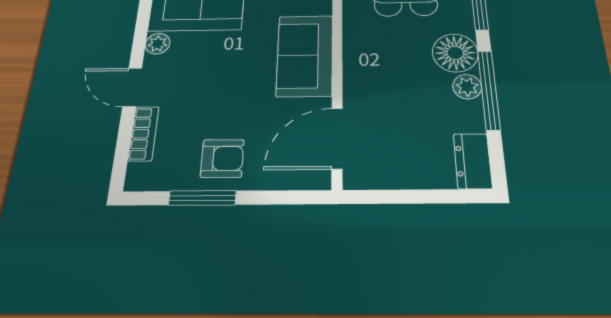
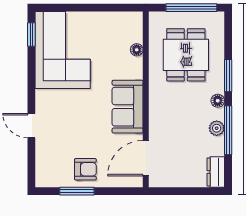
plant: (158, 44) -> (42, 97), removed
floor lamp: (455, 53) -> (218, 101), width x0.53, depth x0.53
bookcase: (144, 134) -> (42, 154), removed

